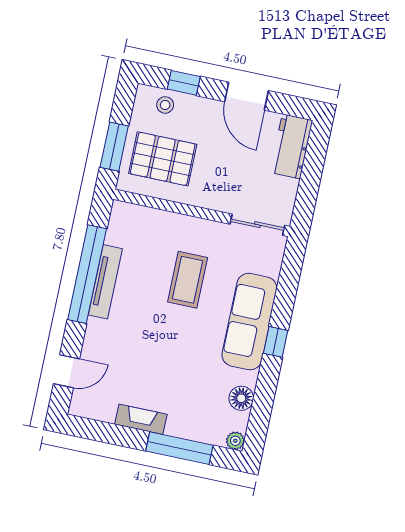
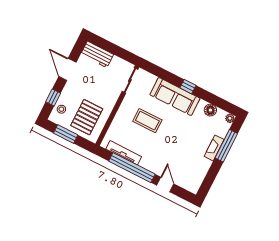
door: (247, 96) -> (67, 69), swing flipped
window: (114, 147) -> (66, 134), moved
tv unit: (105, 282) -> (124, 153), moved
door: (66, 371) -> (165, 185), moved
fireplace: (141, 419) -> (214, 148), moved

